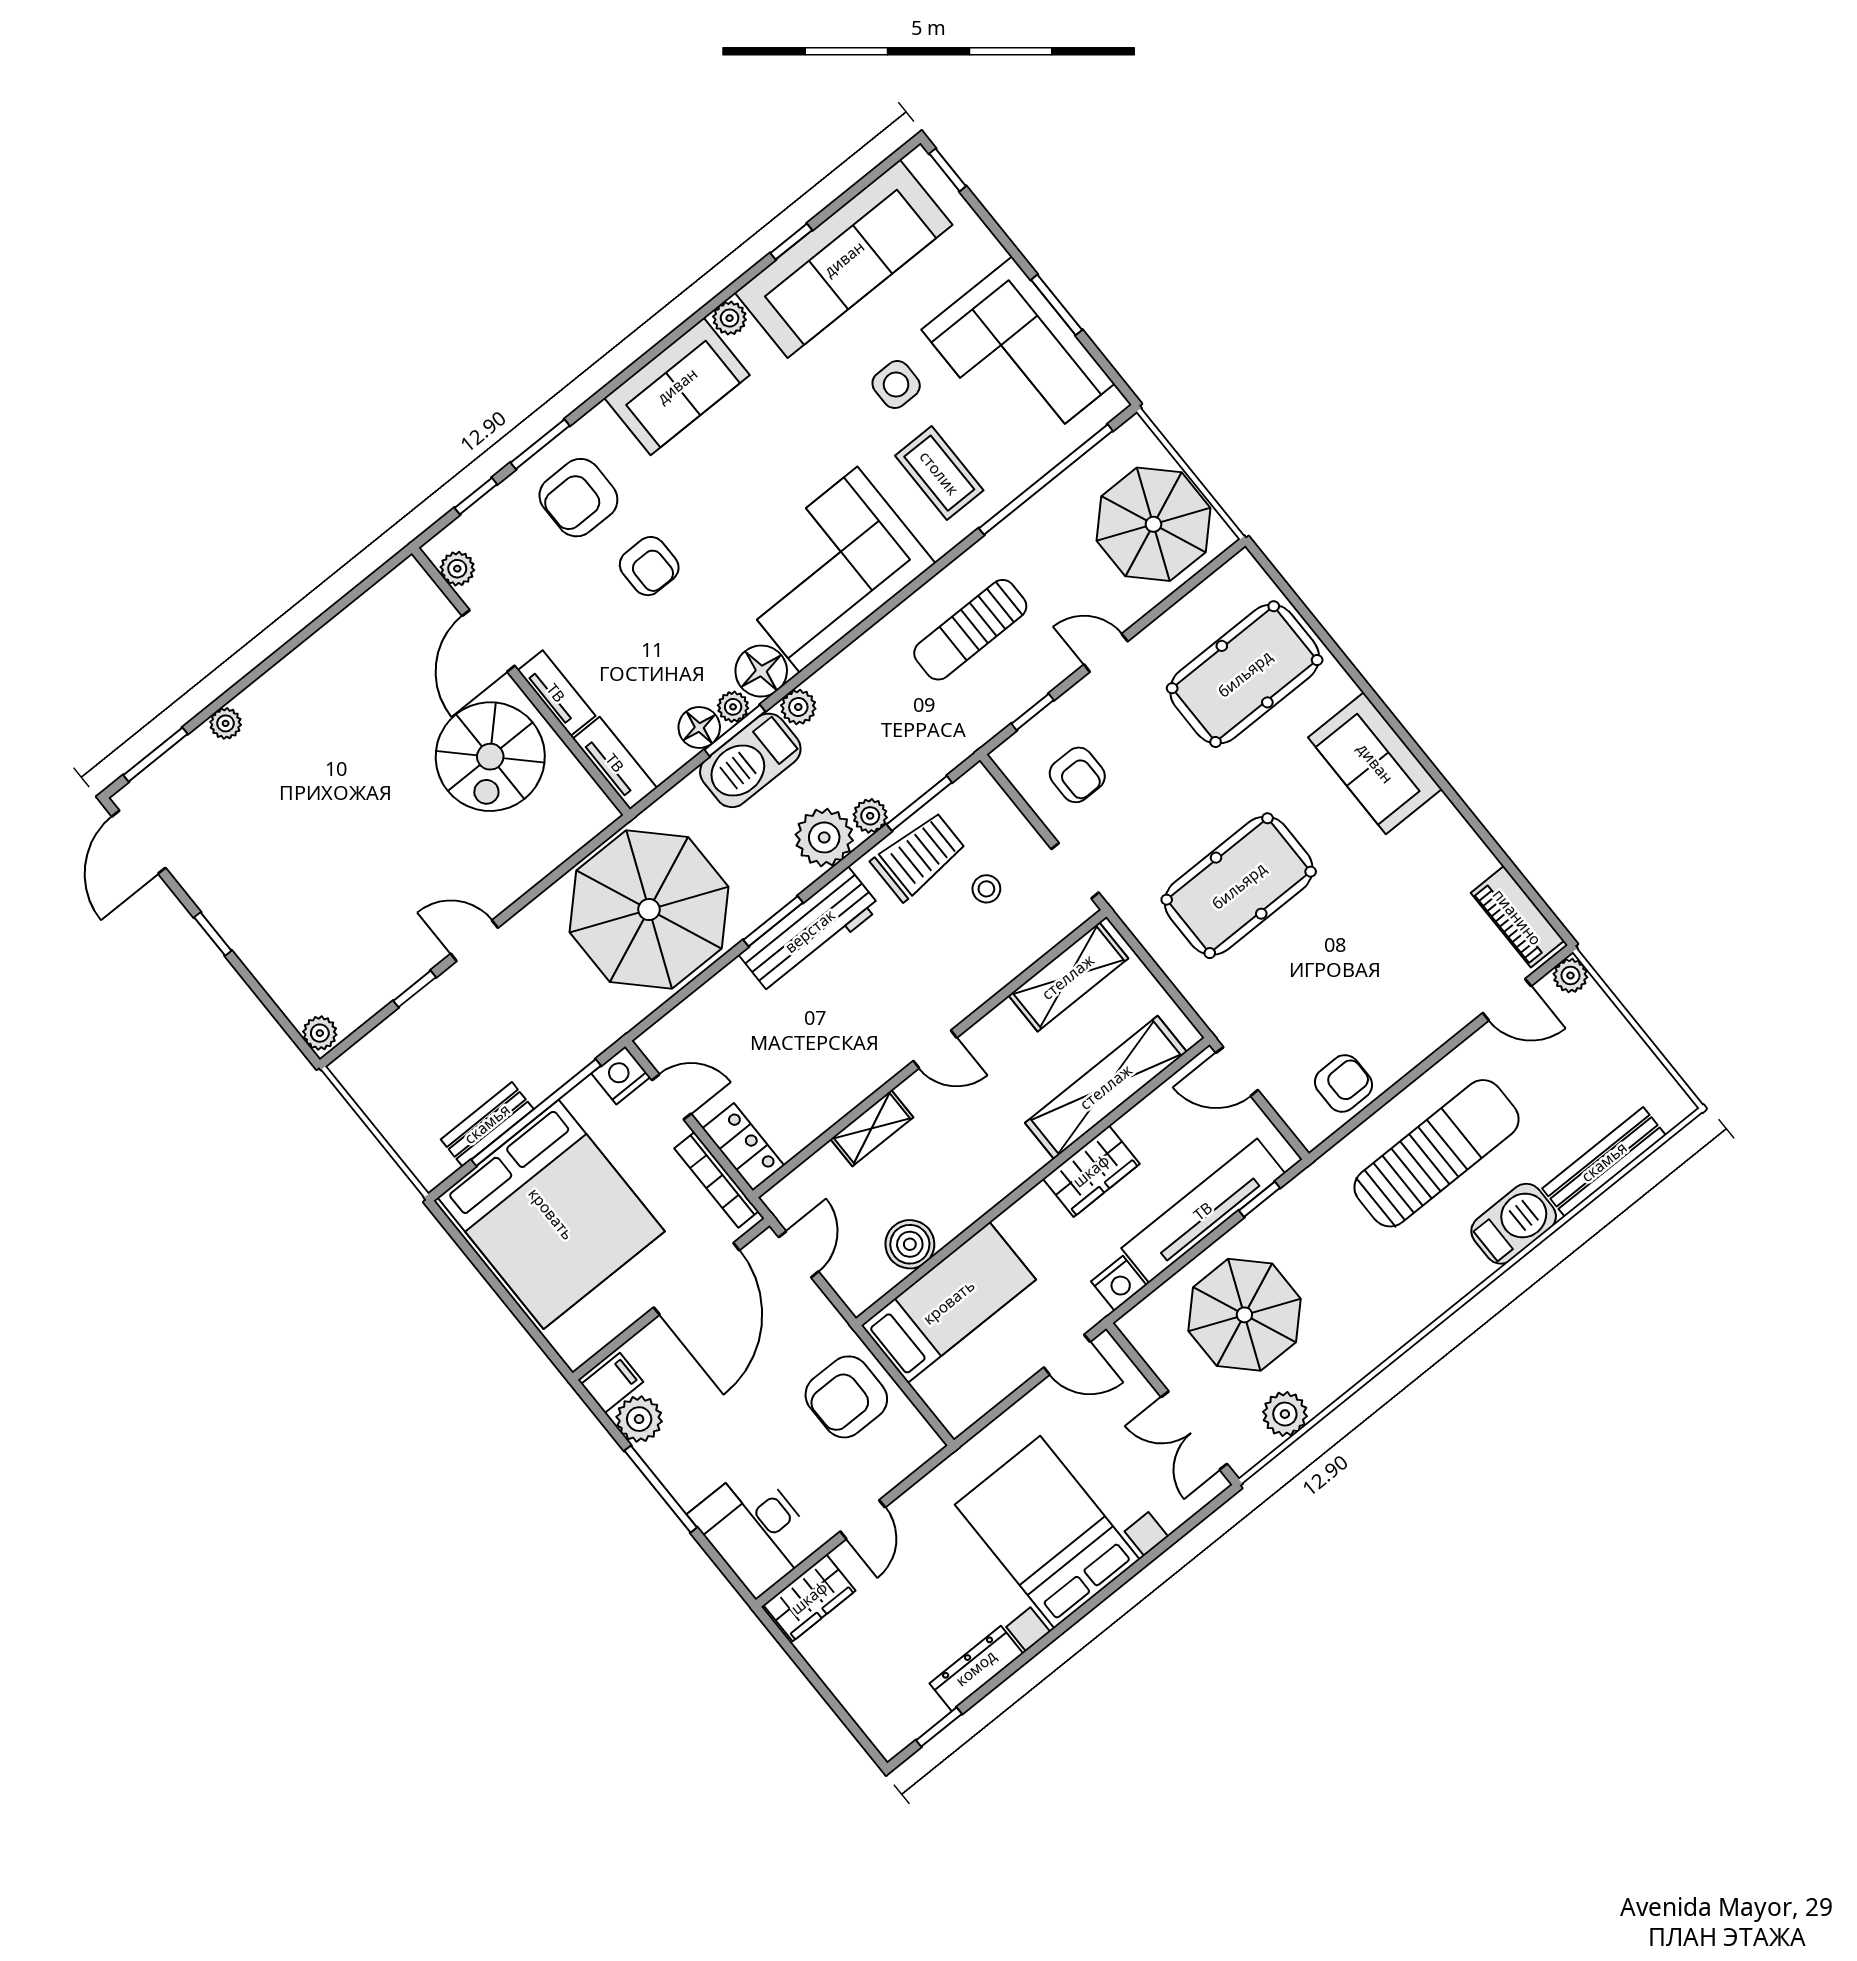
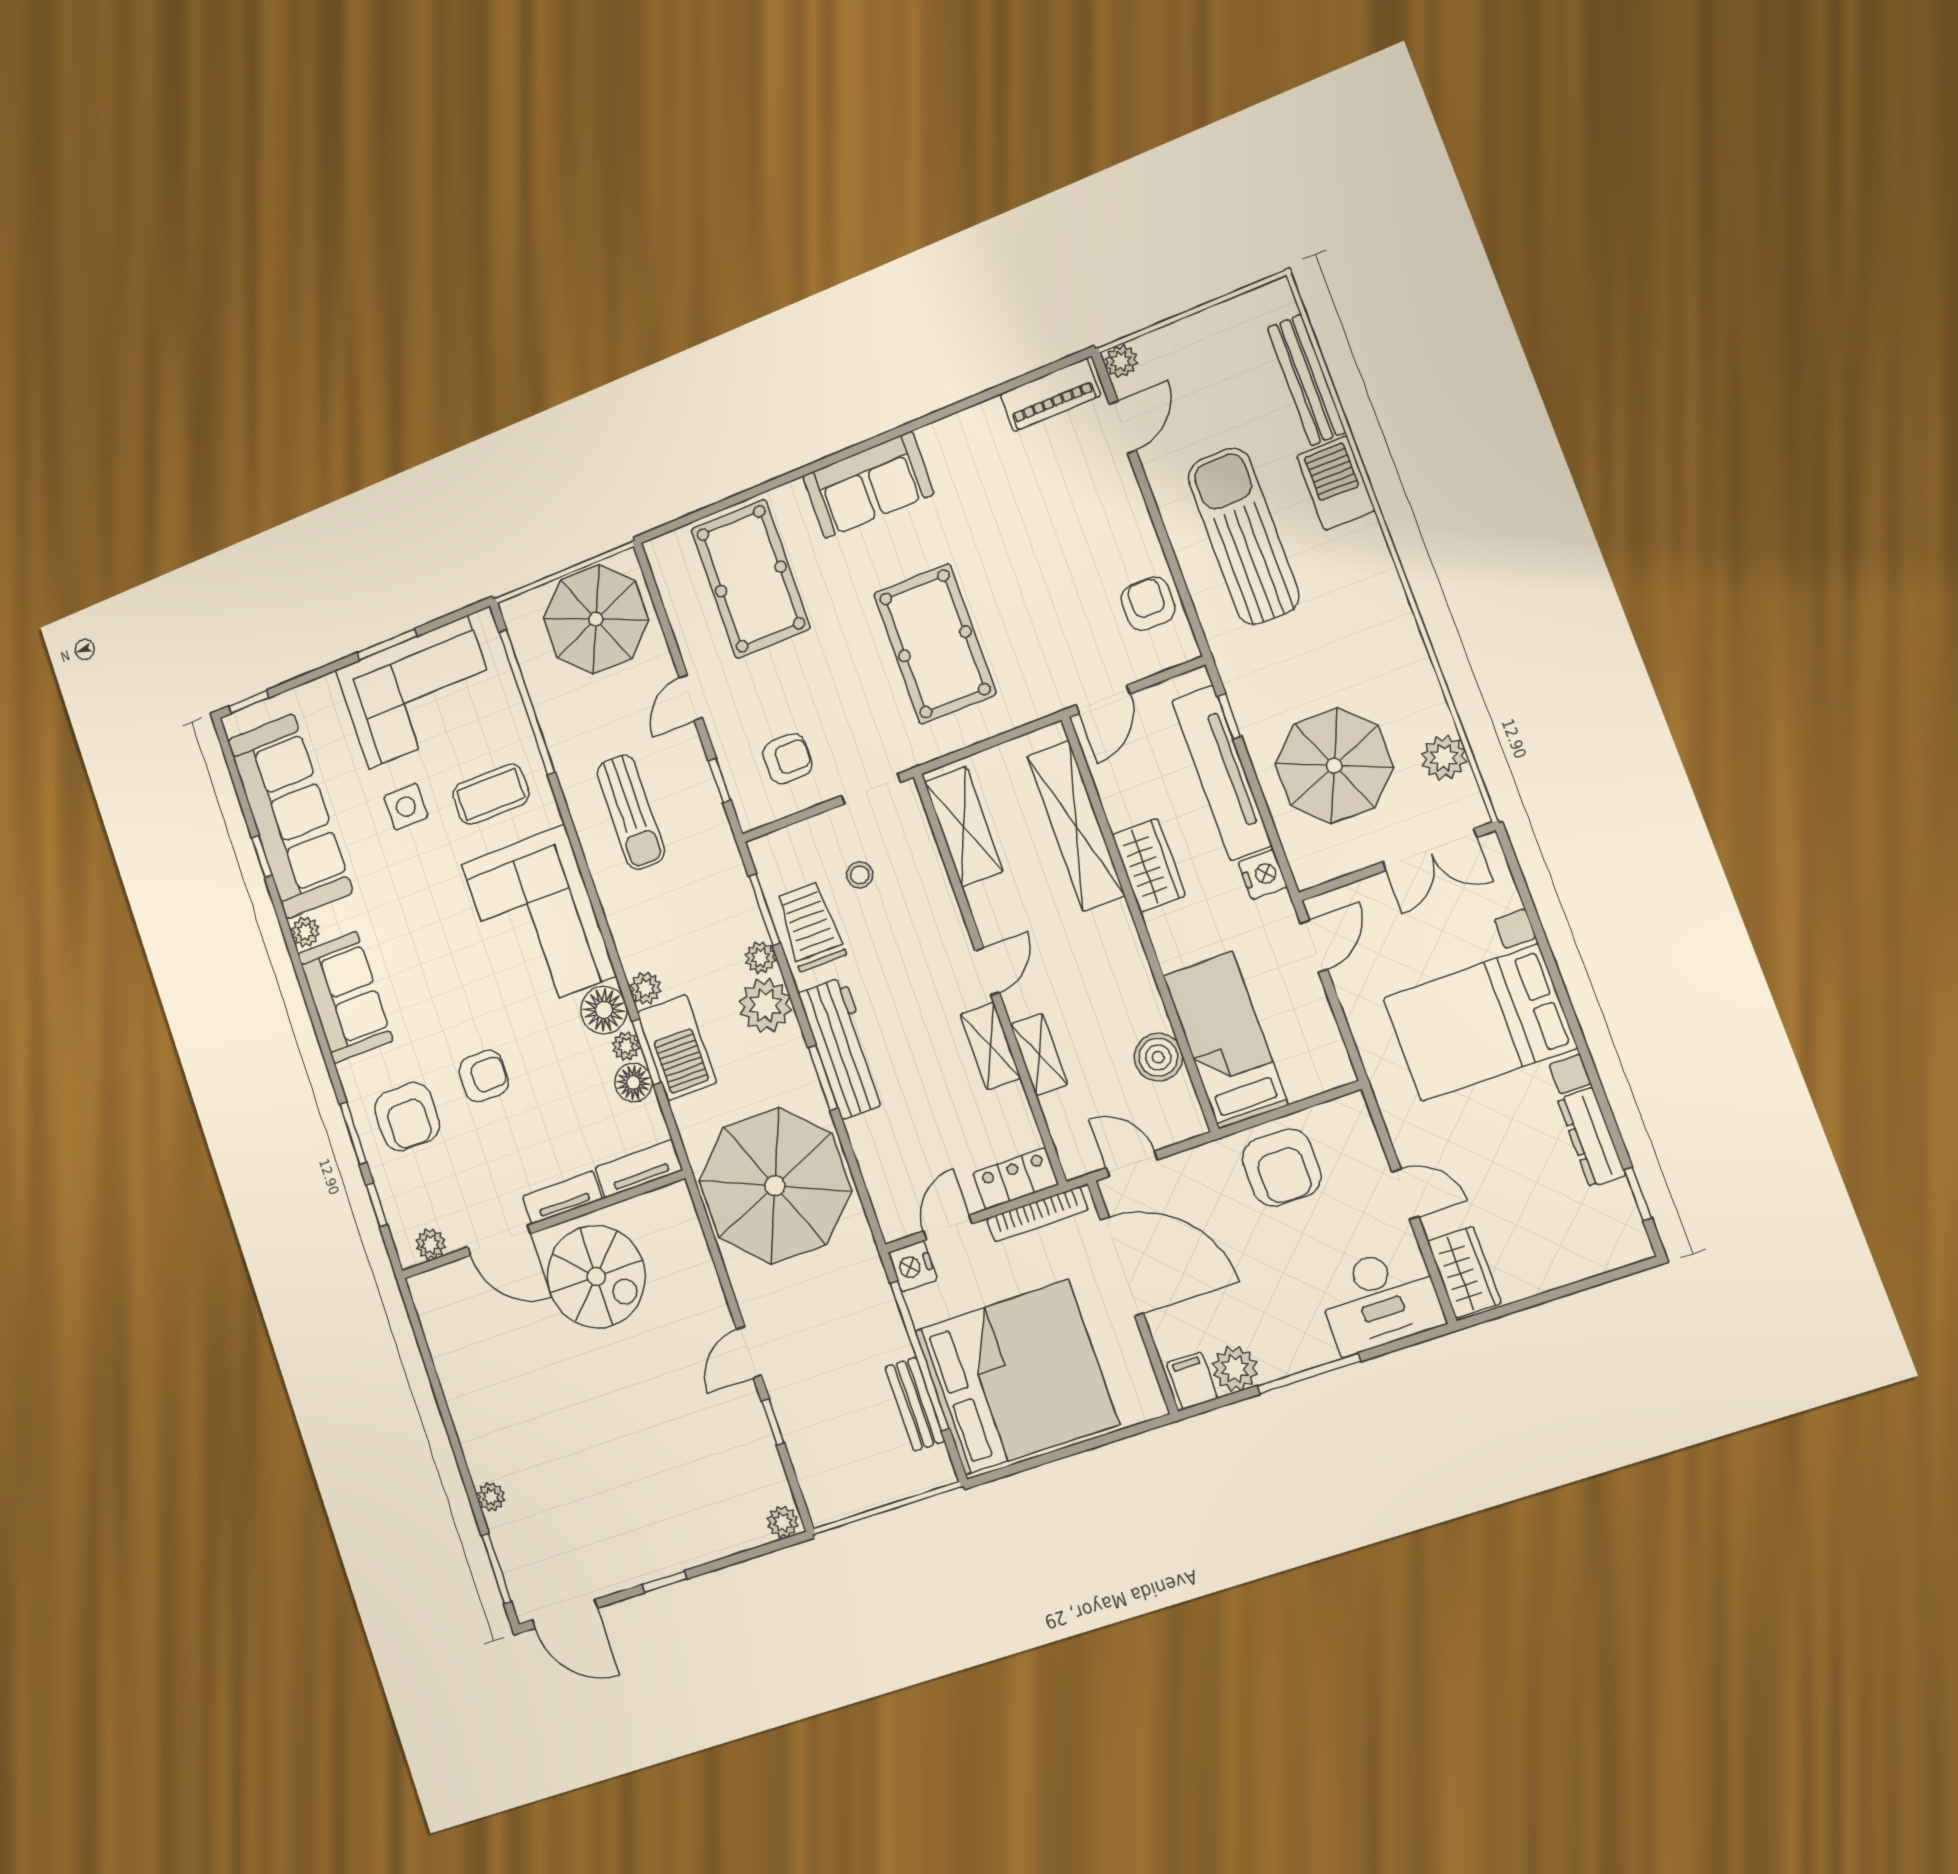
shelving: (863, 1078) -> (990, 1046), added

